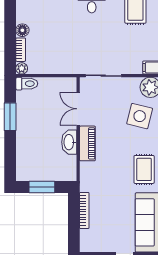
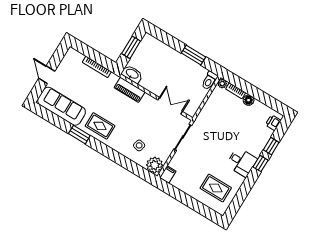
side table: (140, 116) -> (139, 145), width x0.54, depth x0.54
washbasin: (69, 142) -> (132, 74), moved
piano: (87, 143) -> (130, 90), moved

